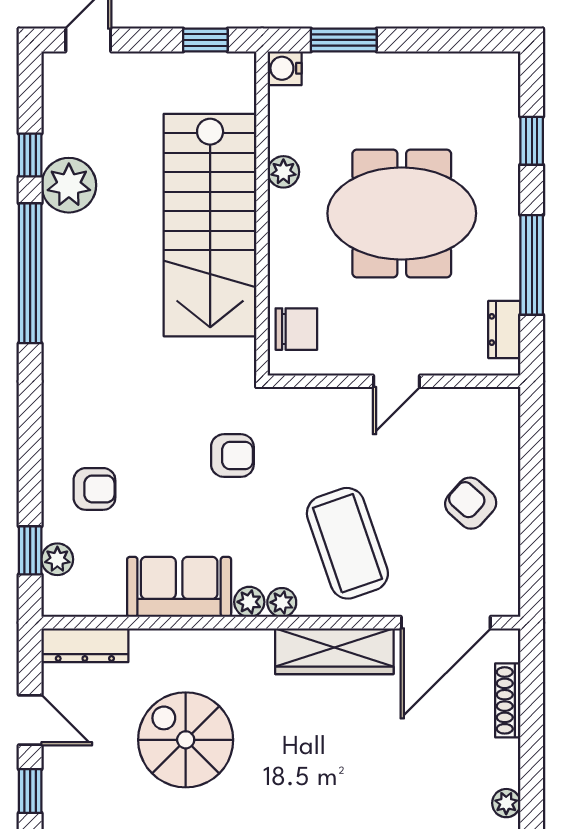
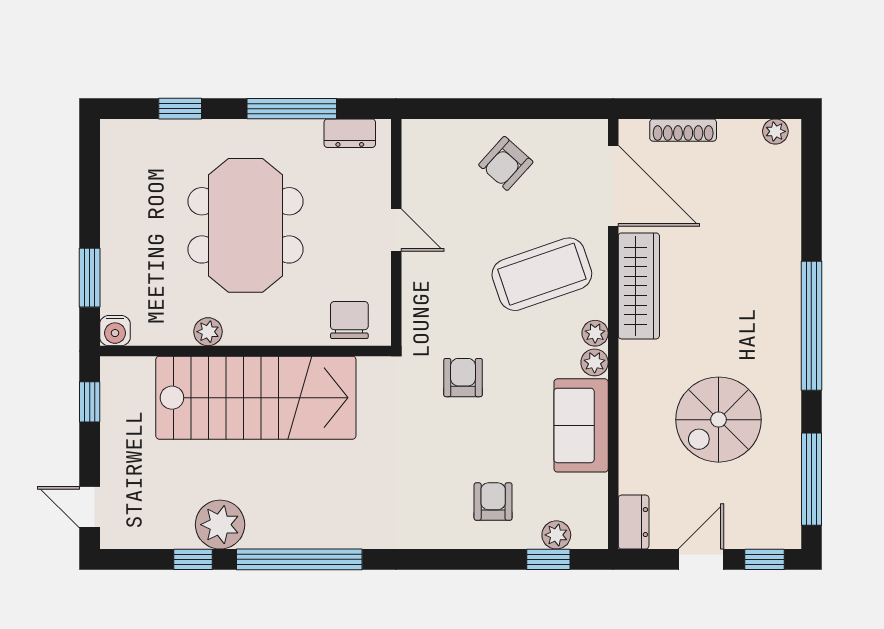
dresser: (85, 645) -> (634, 522), width x0.70

